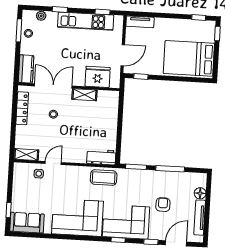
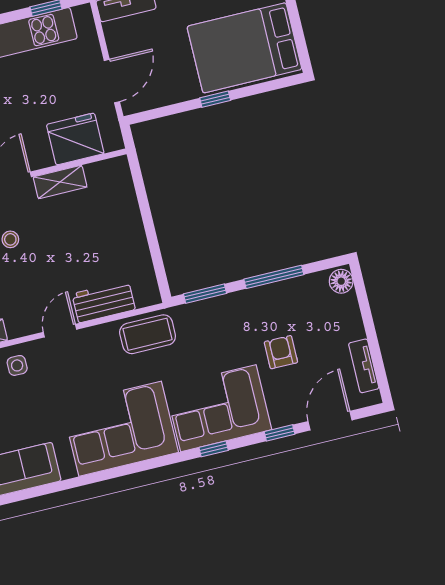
window: (141, 77) -> (215, 99), moved
workbench: (101, 157) -> (104, 302), moved
door: (53, 163) -> (60, 331), moved
floor lamp: (200, 193) -> (341, 281), moved
tv unit: (200, 218) -> (364, 366), width x0.71

